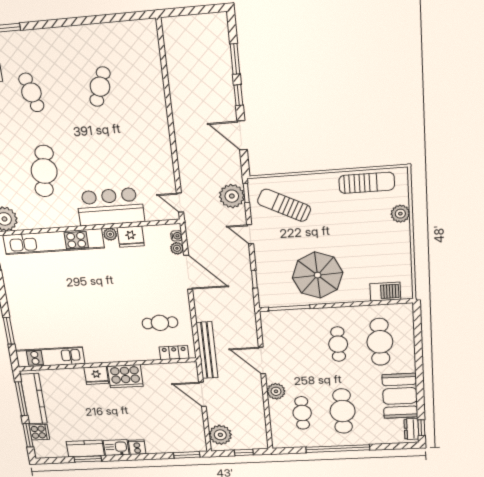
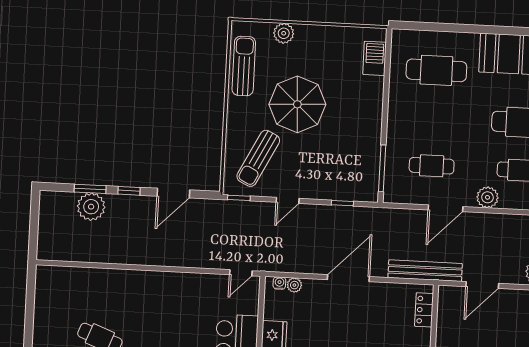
plant: (232, 196) -> (91, 207), moved
door: (188, 272) -> (348, 278), moved
parasol: (318, 275) -> (297, 104), moved
cafe table: (160, 323) -> (384, 320), removed
cafe table: (338, 344) -> (432, 166), moved

